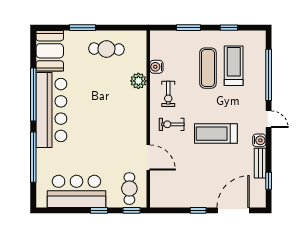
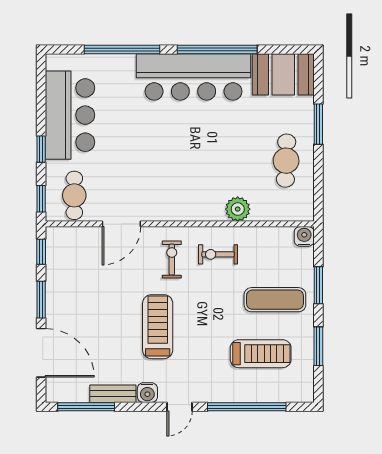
window: (229, 28) -> (318, 346), width x1.50
water cooler: (156, 67) -> (304, 236), moved
exercise mat: (208, 68) -> (275, 300), moved
window: (269, 181) -> (86, 407), width x2.17
cafe table: (129, 189) -> (74, 195), turned 90
window: (167, 210) -> (41, 252), added
window: (198, 210) -> (41, 300), width x1.50

